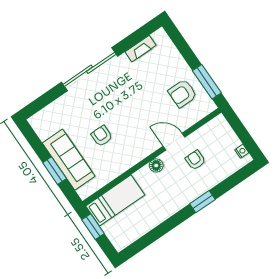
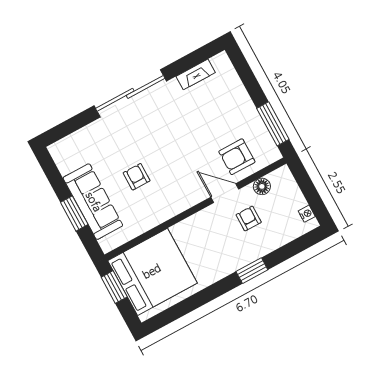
armchair: (182, 93) -> (237, 157), moved
floor lamp: (156, 165) -> (262, 186), moved
bed: (115, 200) -> (152, 272), width x2.04

